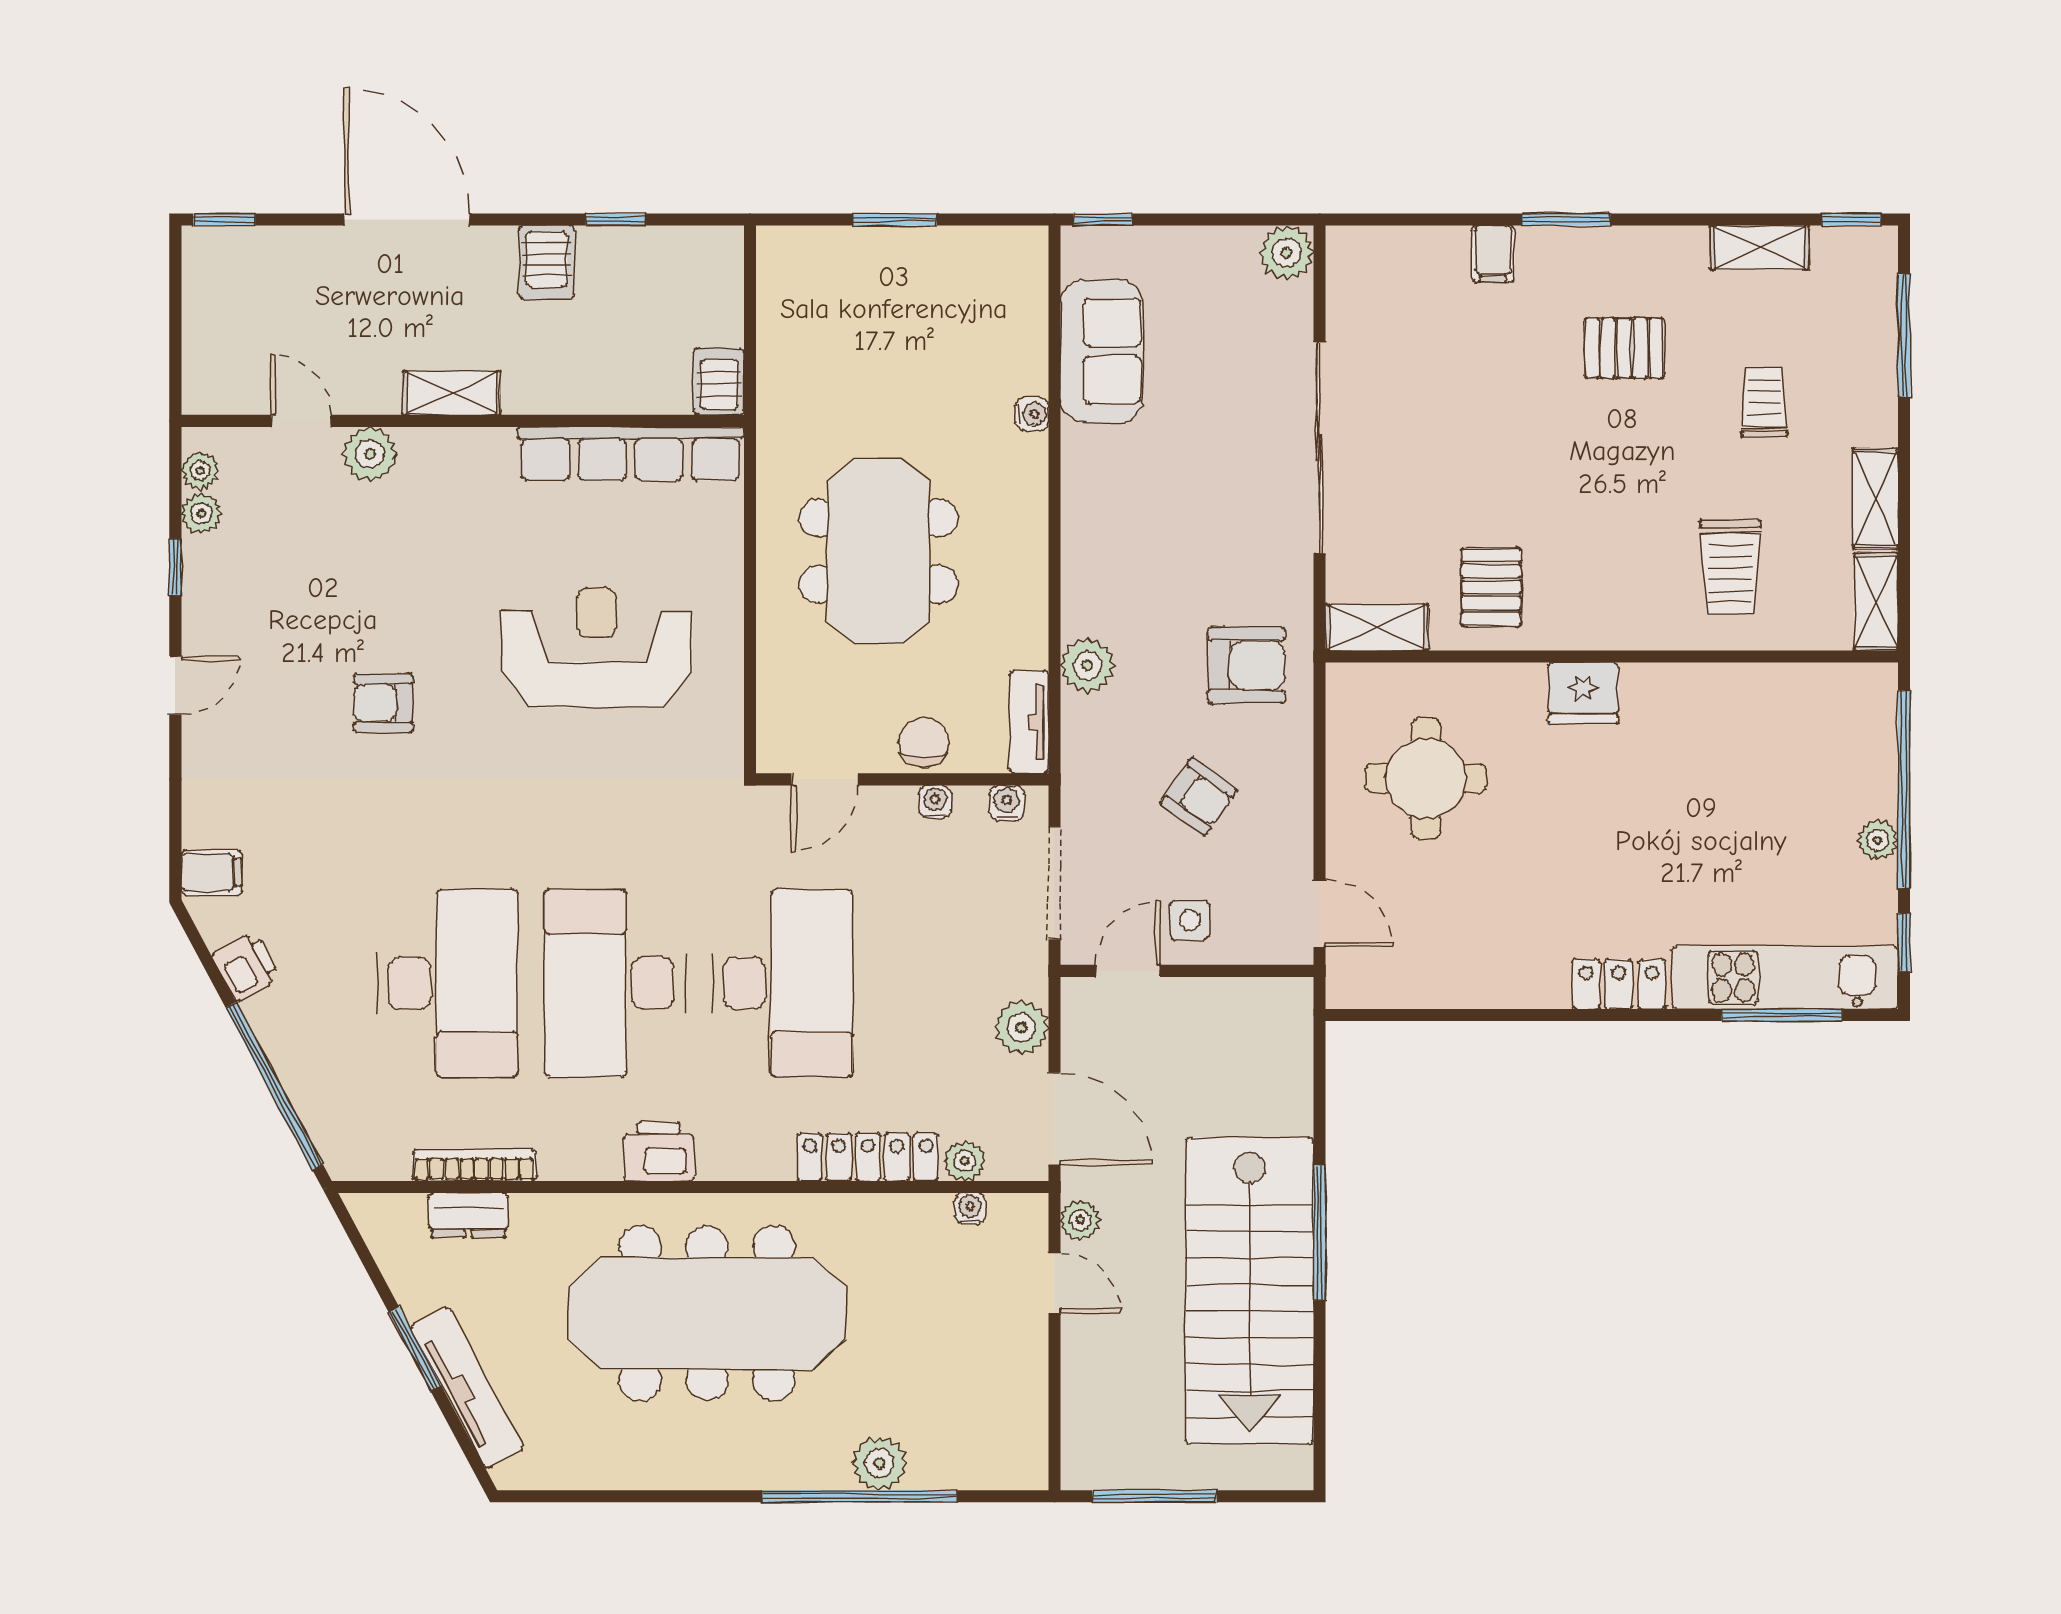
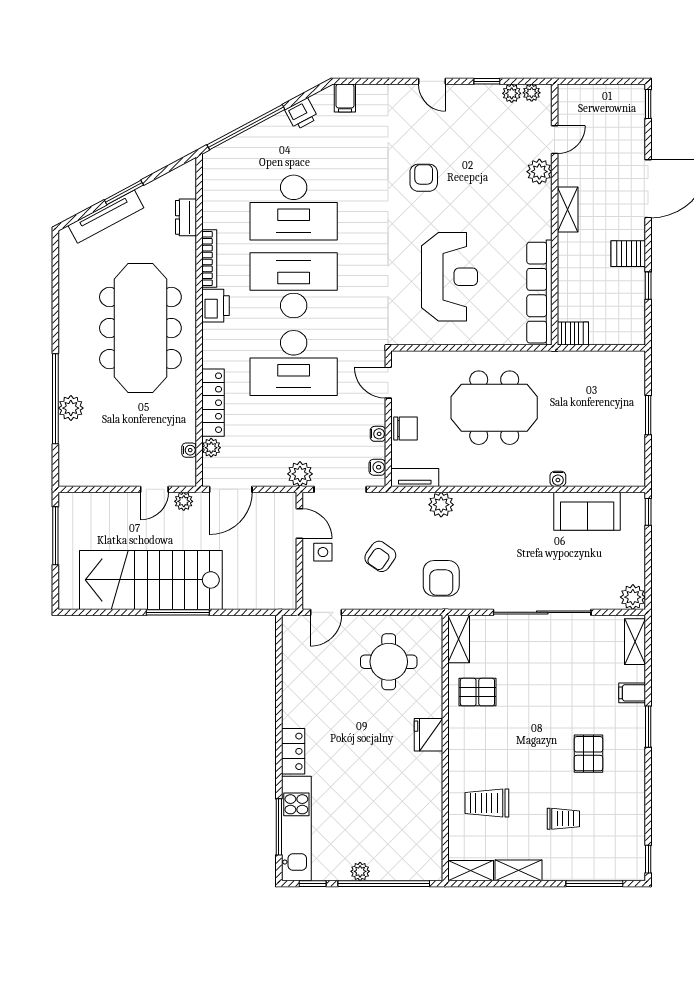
shelving: (1759, 248) -> (635, 642), moved
plant: (1021, 1027) -> (300, 474), moved
bookcase: (474, 1165) -> (209, 258), moved

